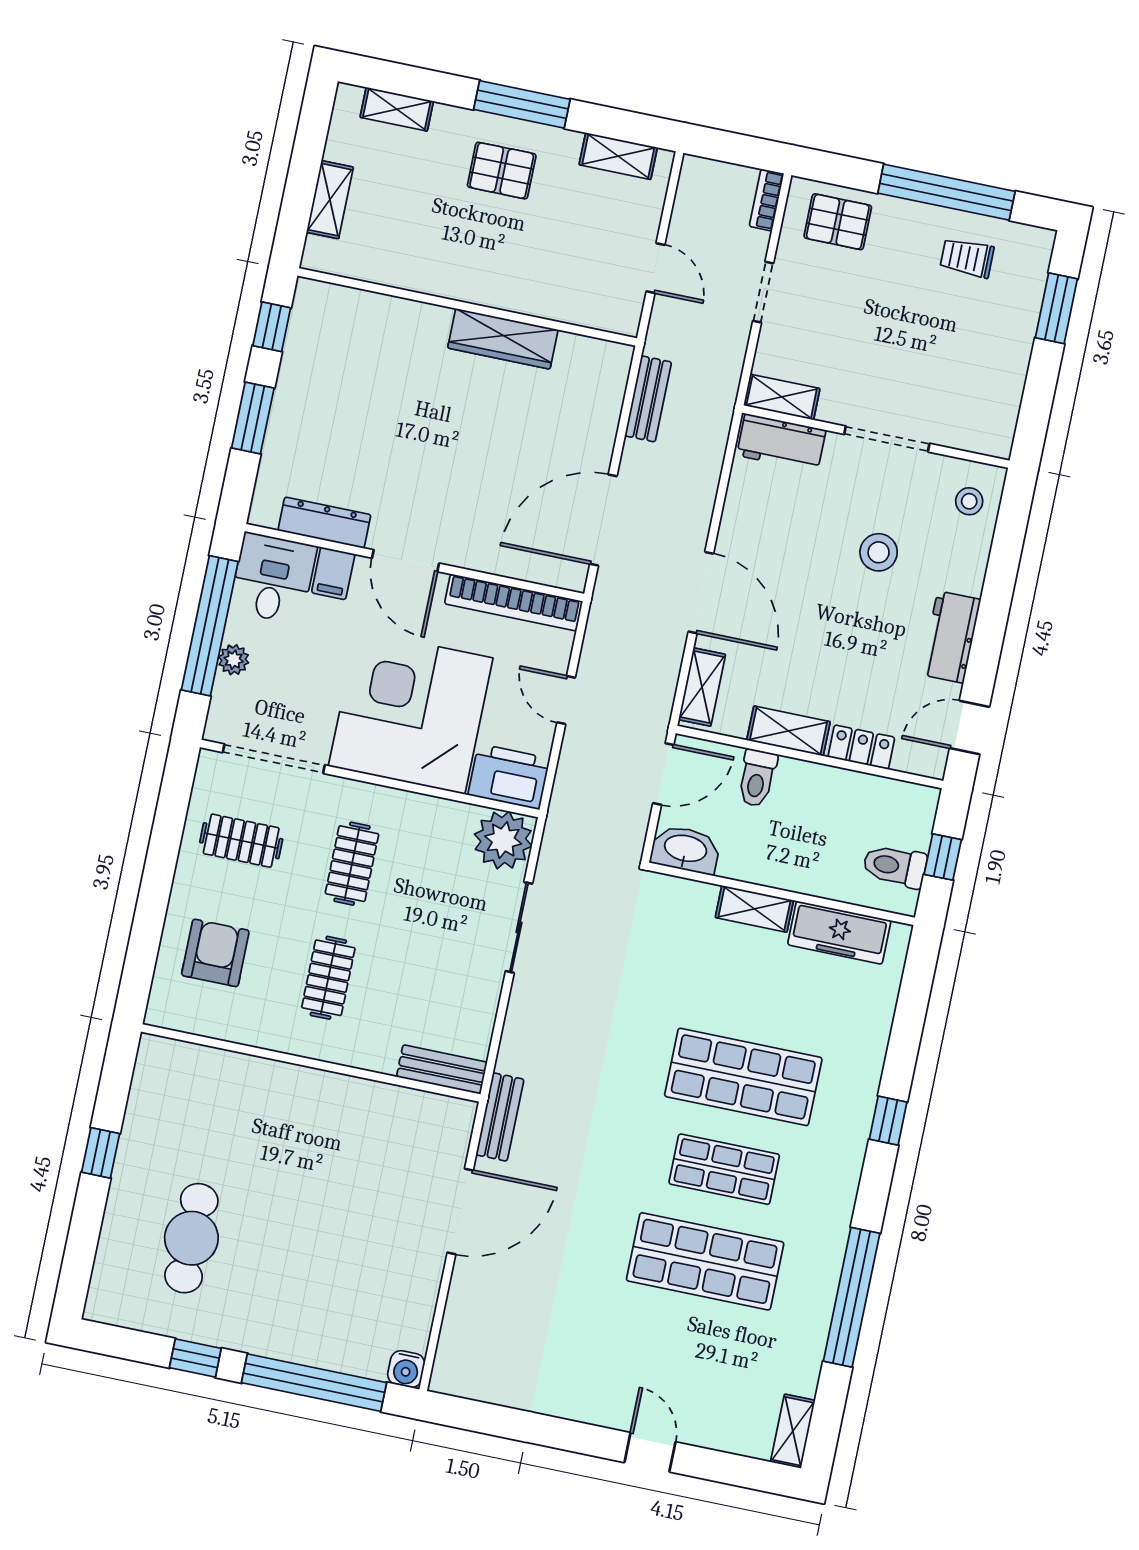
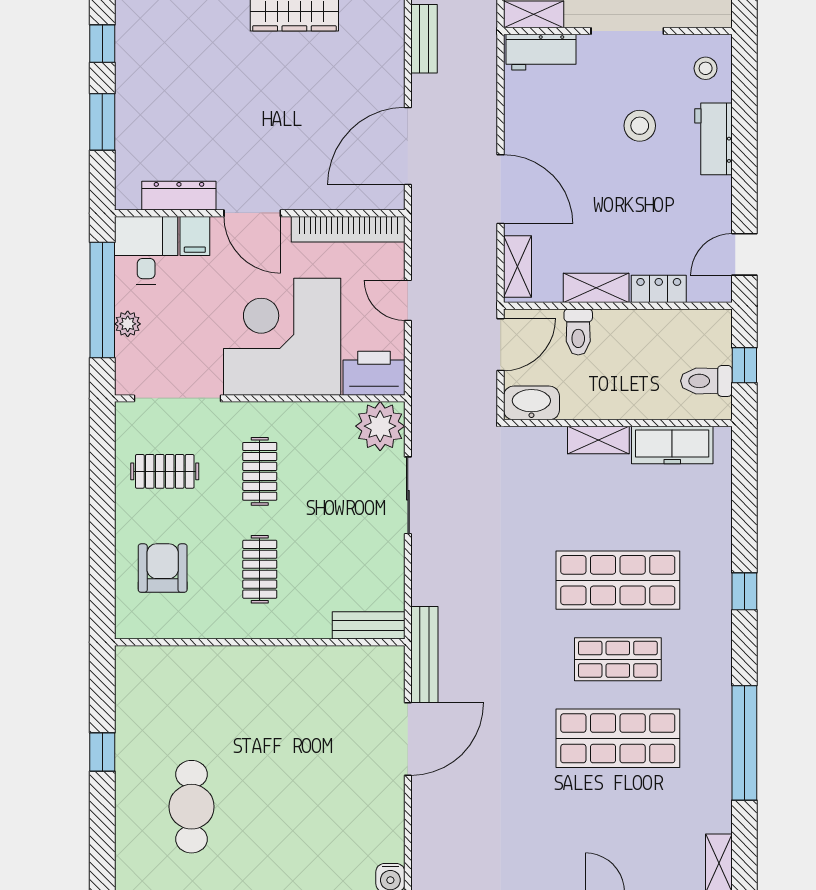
workbench: (951, 637) -> (713, 139), moved
bench: (500, 1117) -> (424, 655), width x1.36

